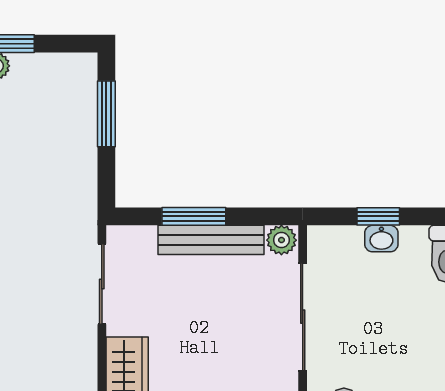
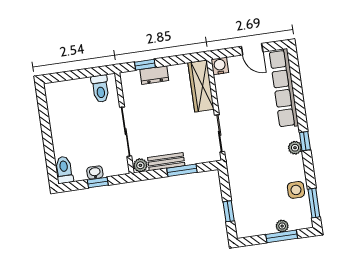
window: (106, 114) -> (229, 211), width x0.67
bench: (211, 240) -> (166, 162), width x0.73

